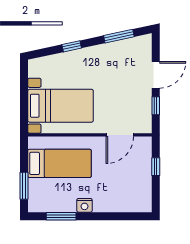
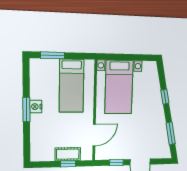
door: (120, 135) -> (94, 135), swing flipped
cot: (143, 167) -> (68, 154), added
window: (61, 216) -> (26, 110), moved

